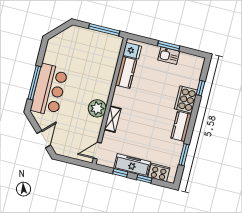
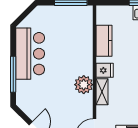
fridge: (132, 51) -> (105, 70), moved
bar counter: (49, 90) -> (30, 54), moved

